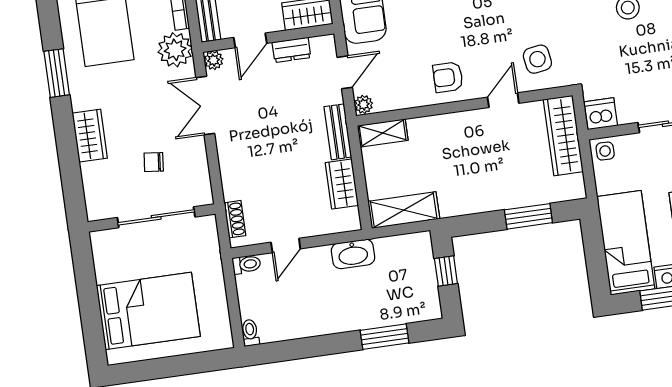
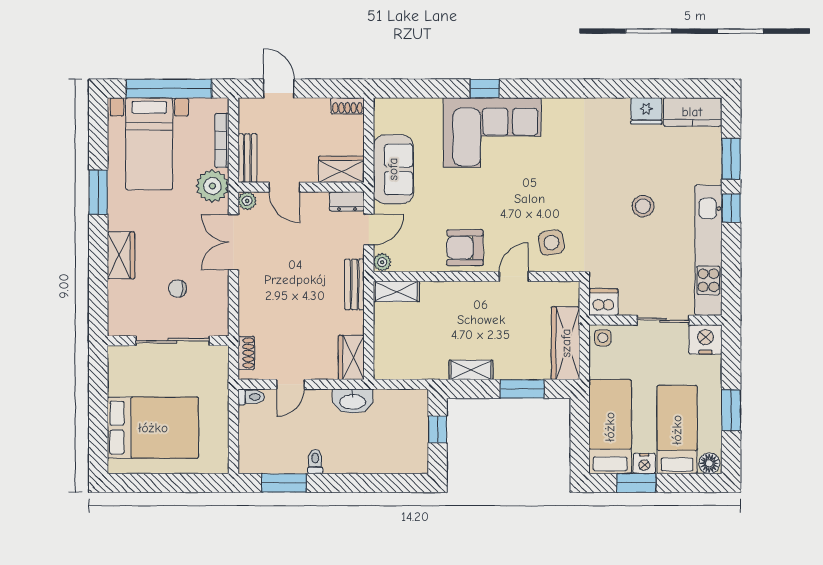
door: (250, 40) -> (284, 187), hinge flipped
dresser: (291, 50) -> (347, 201), moved
armchair: (448, 77) -> (465, 248), width x1.38, depth x1.38
wardrobe: (563, 136) -> (566, 343), moved
wardrobe: (342, 184) -> (351, 358), moved
shelving: (404, 210) -> (471, 370), moved, width x0.67, depth x0.75
toilet: (250, 333) -> (315, 461), moved
window: (384, 337) -> (284, 483), moved

